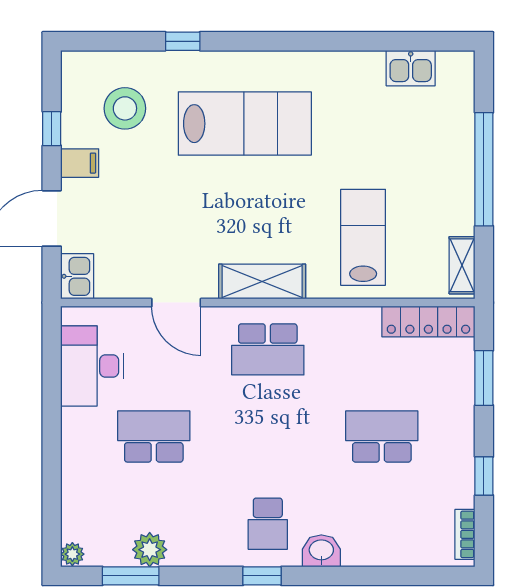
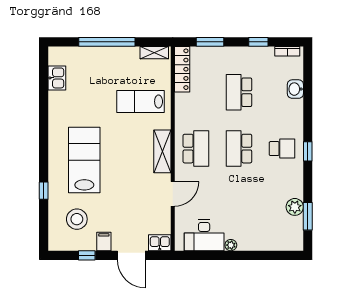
school desk: (154, 437) -> (239, 149), moved
washbasin: (321, 551) -> (295, 89), moved
plant: (72, 554) -> (231, 245), moved

